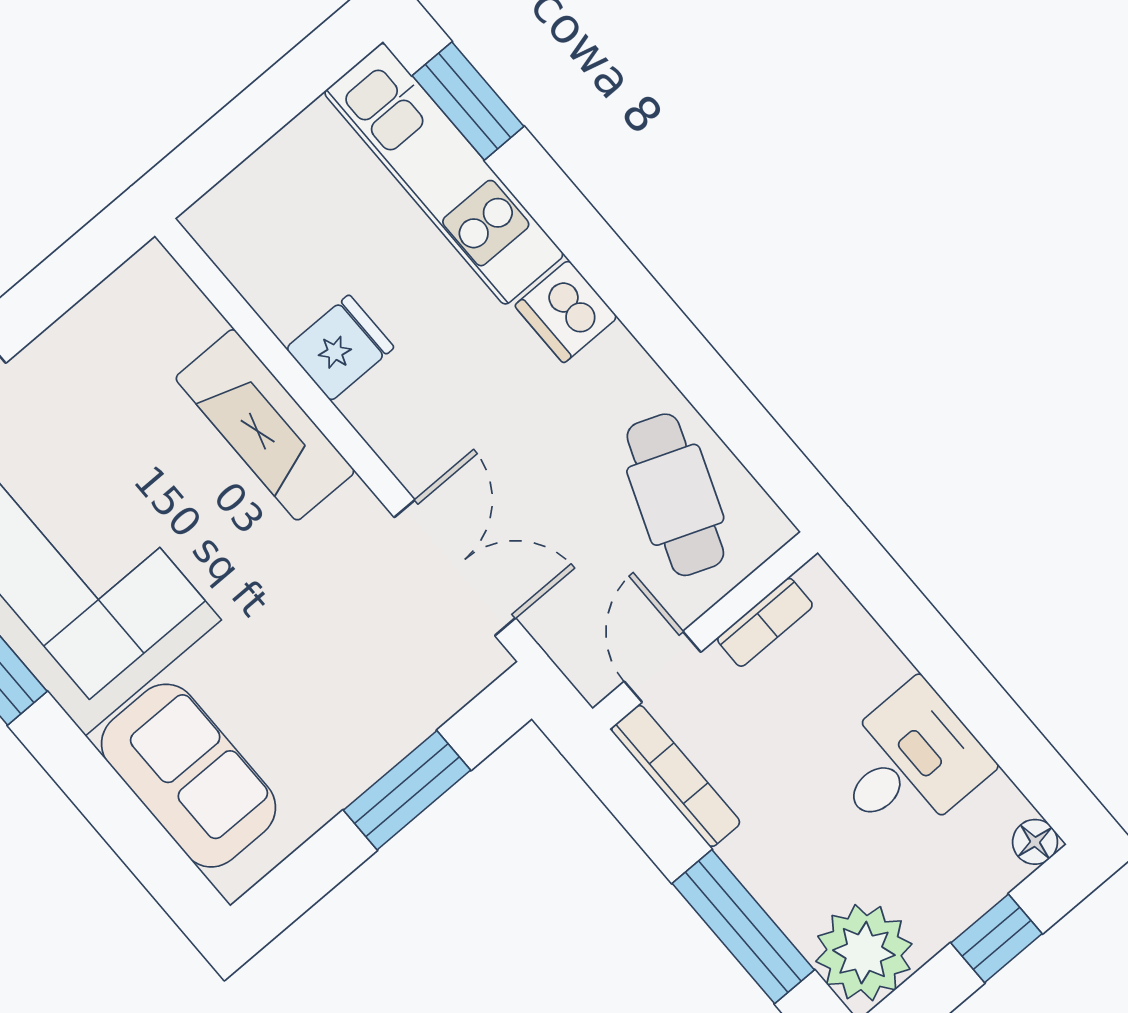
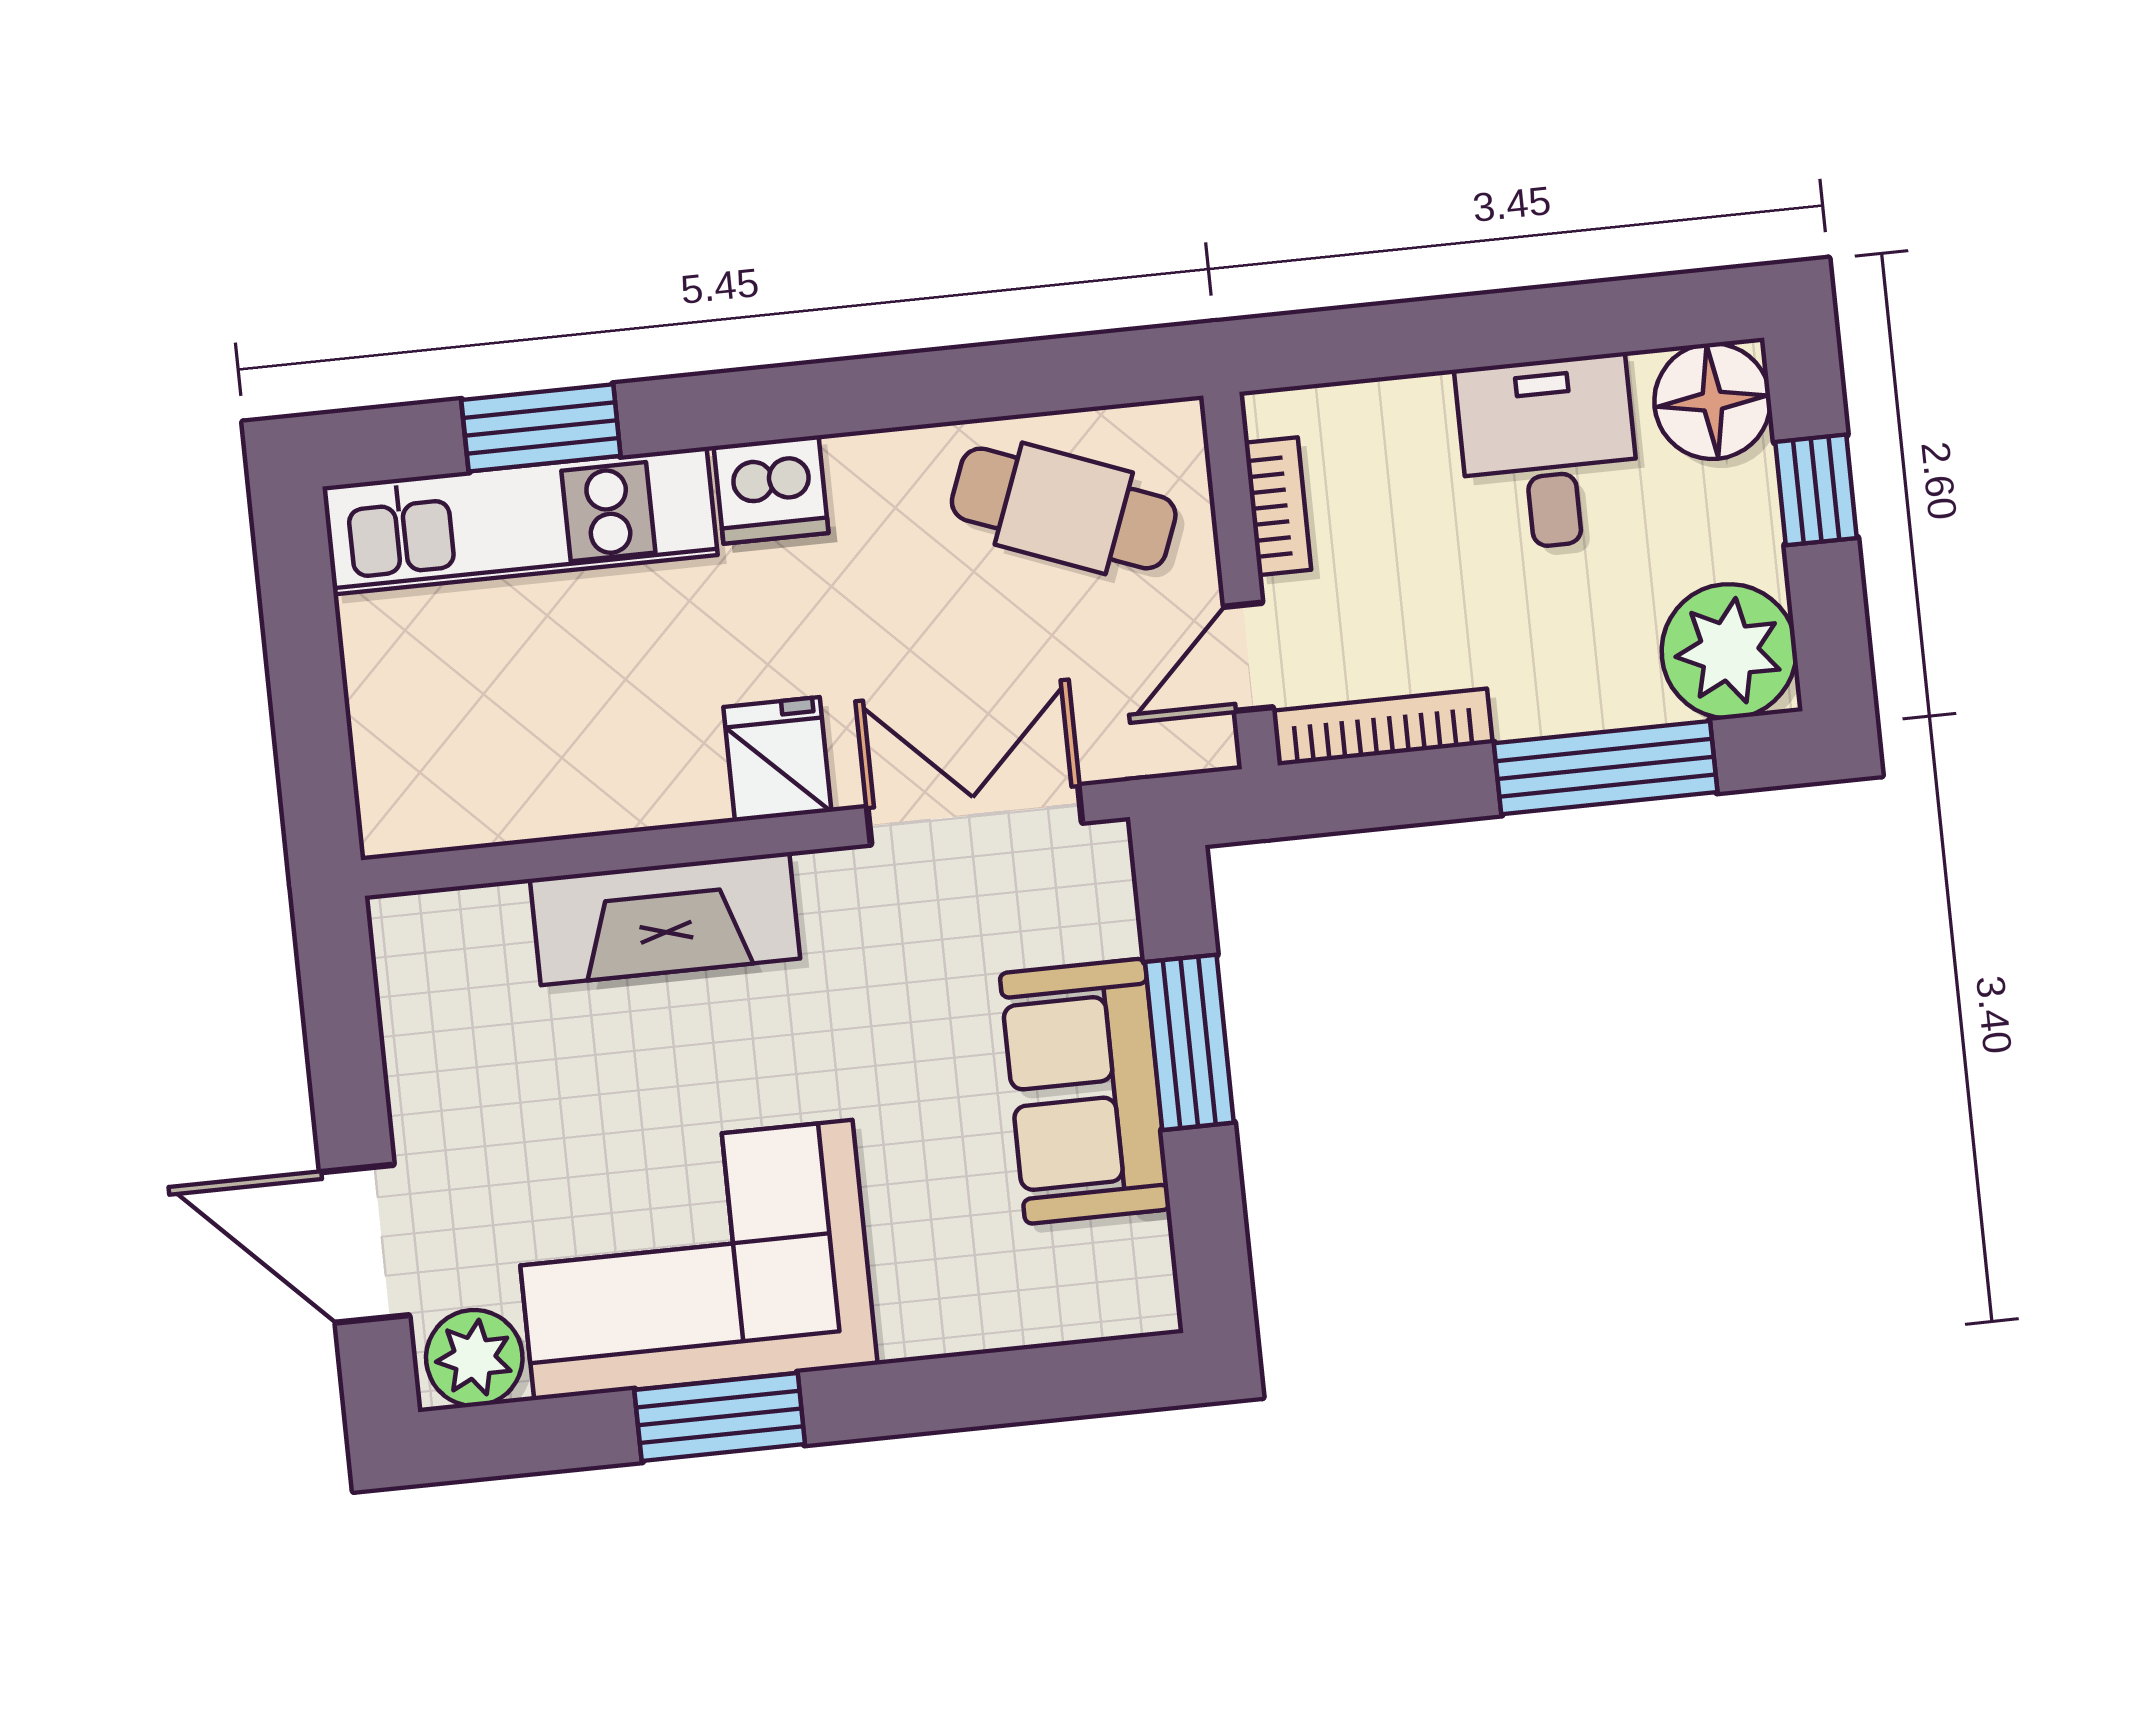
window: (468, 101) -> (541, 428), moved
fridge: (340, 348) -> (777, 759), moved
door: (662, 667) -> (1248, 657), hinge flipped
sofa: (189, 776) -> (1085, 1091), moved, turned -90
floor lamp: (1035, 842) -> (1712, 401), width x1.89, depth x1.89

